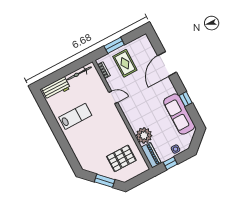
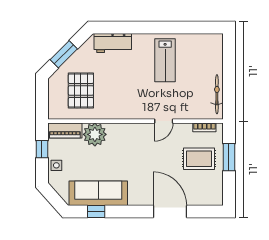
workbench: (56, 88) -> (113, 43), moved, turned -90
window: (186, 99) -> (96, 212), moved

